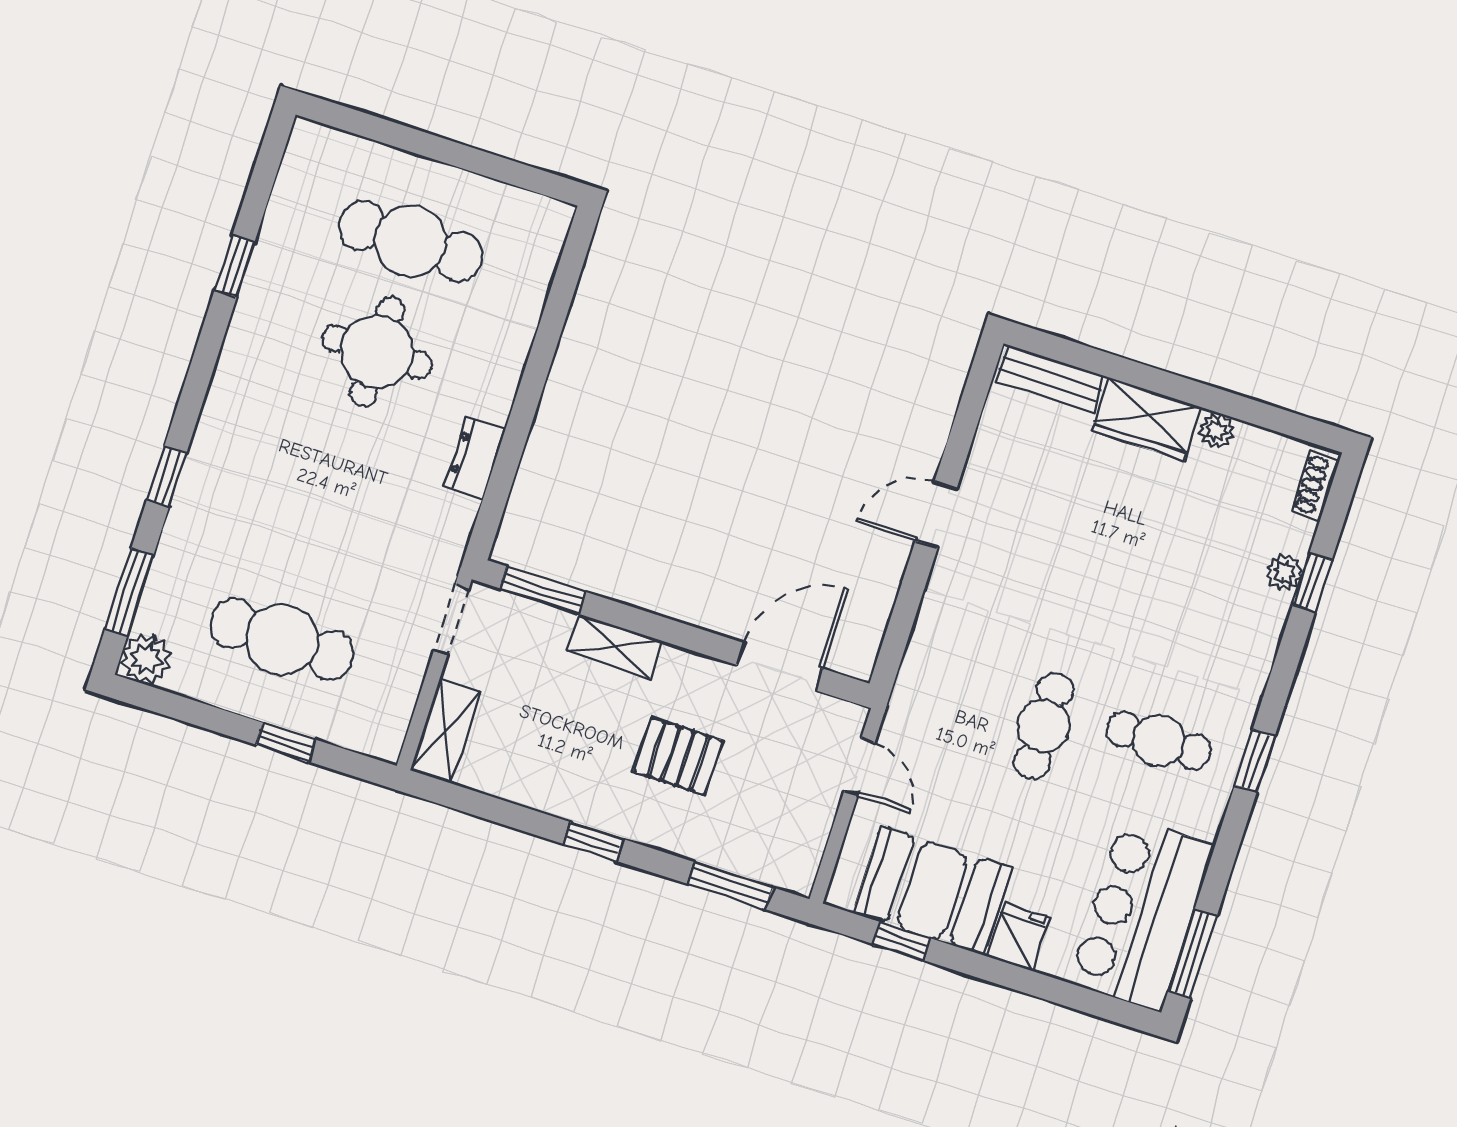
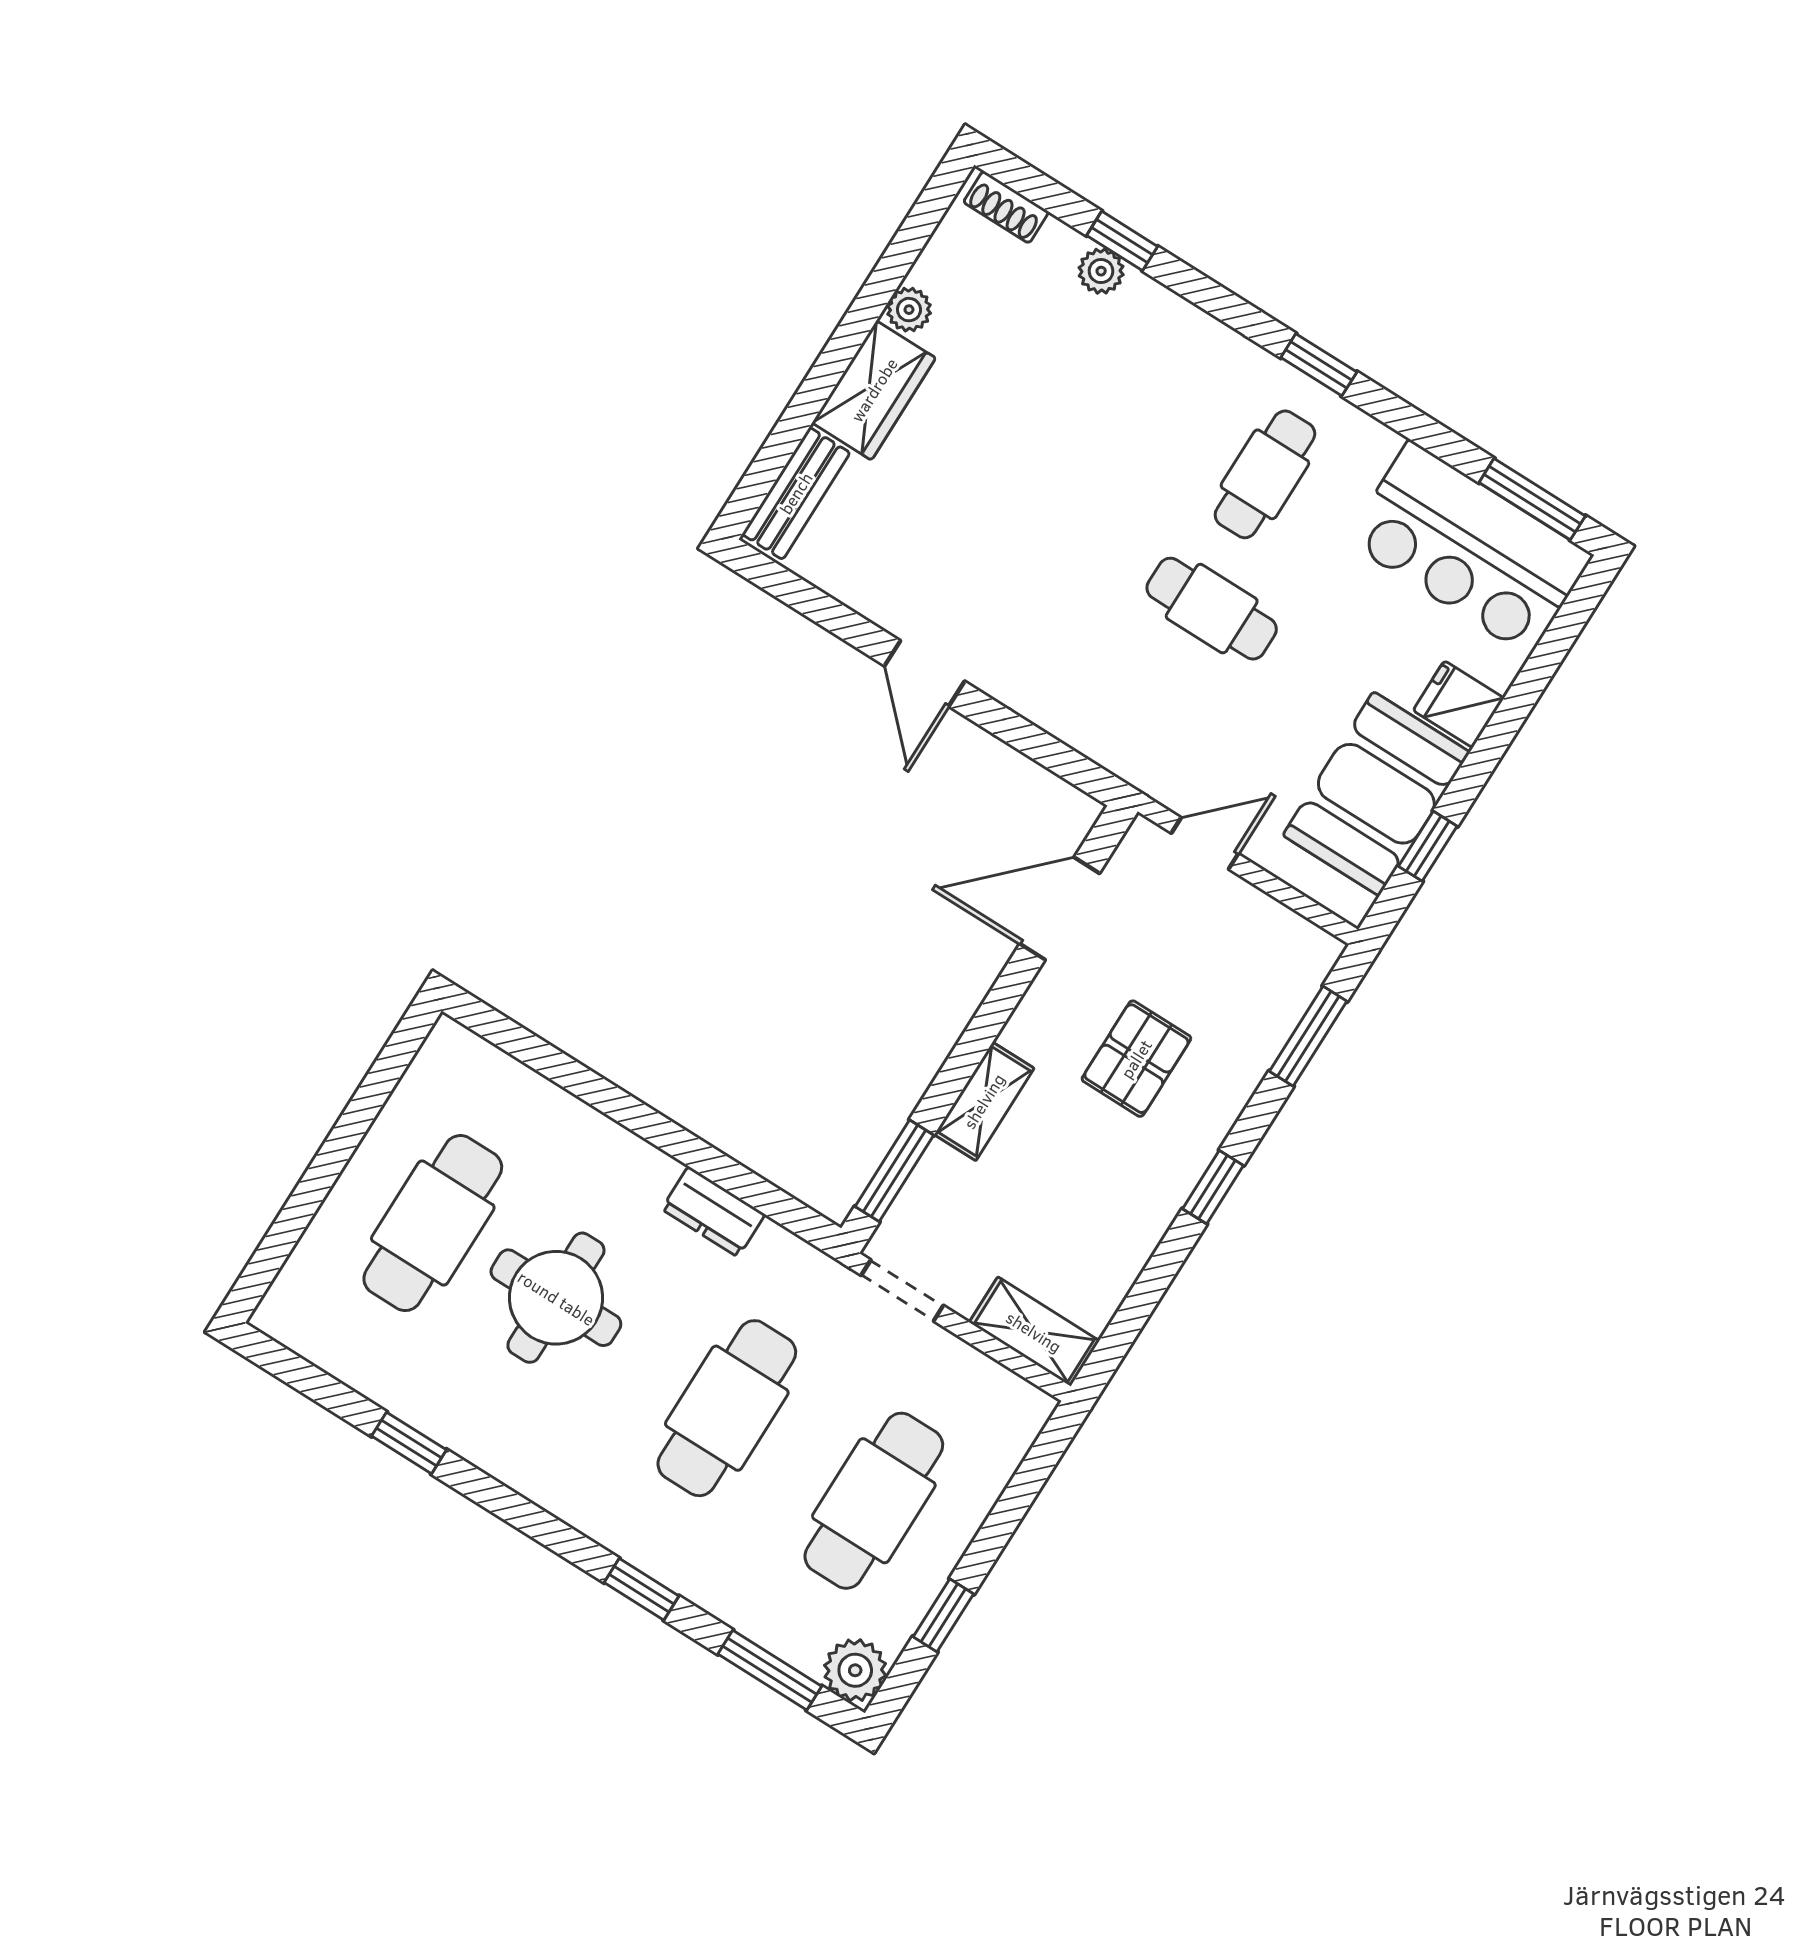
cafe table: (325, 507) -> (727, 1408), added
door: (780, 667) -> (1060, 909), hinge flipped
window: (286, 742) -> (943, 1615), moved

